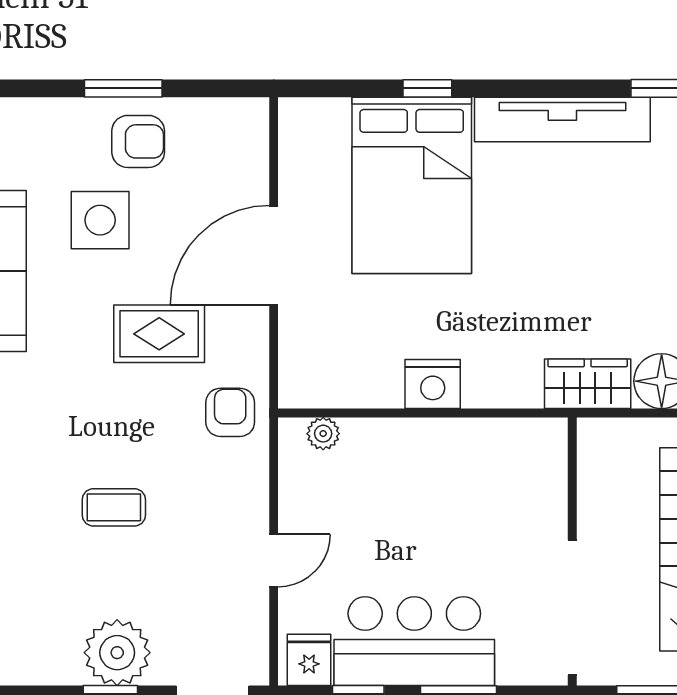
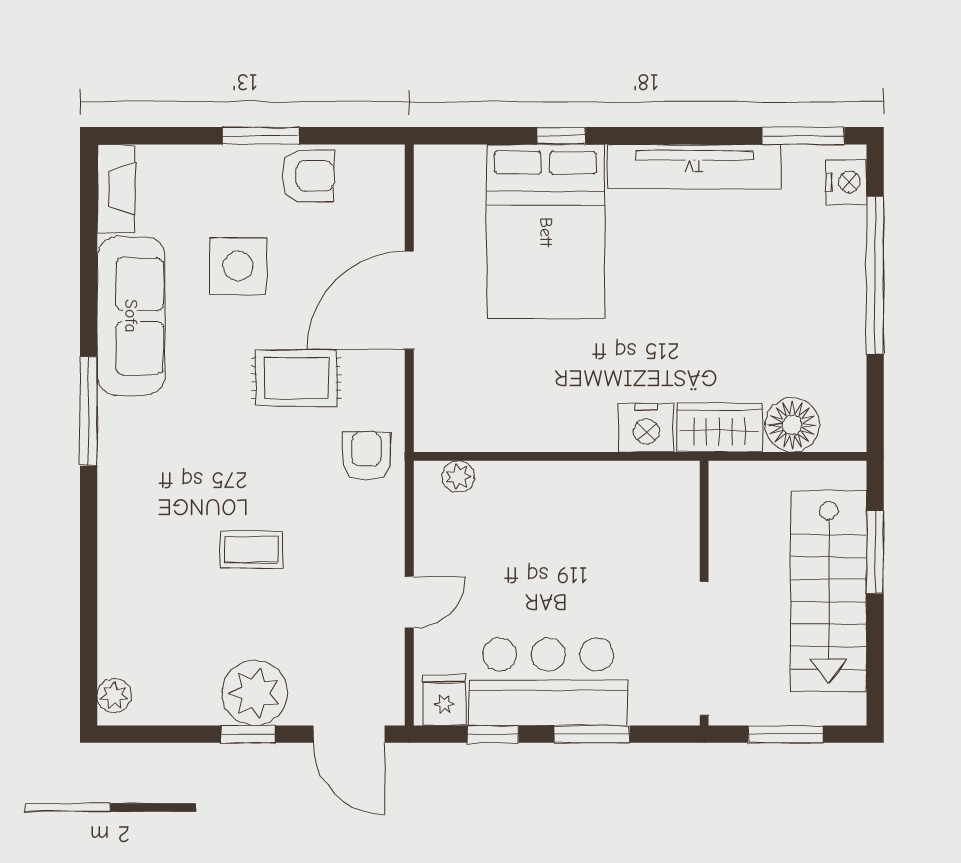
armchair: (138, 141) -> (308, 176), moved
nightstand: (433, 384) -> (646, 428), moved

